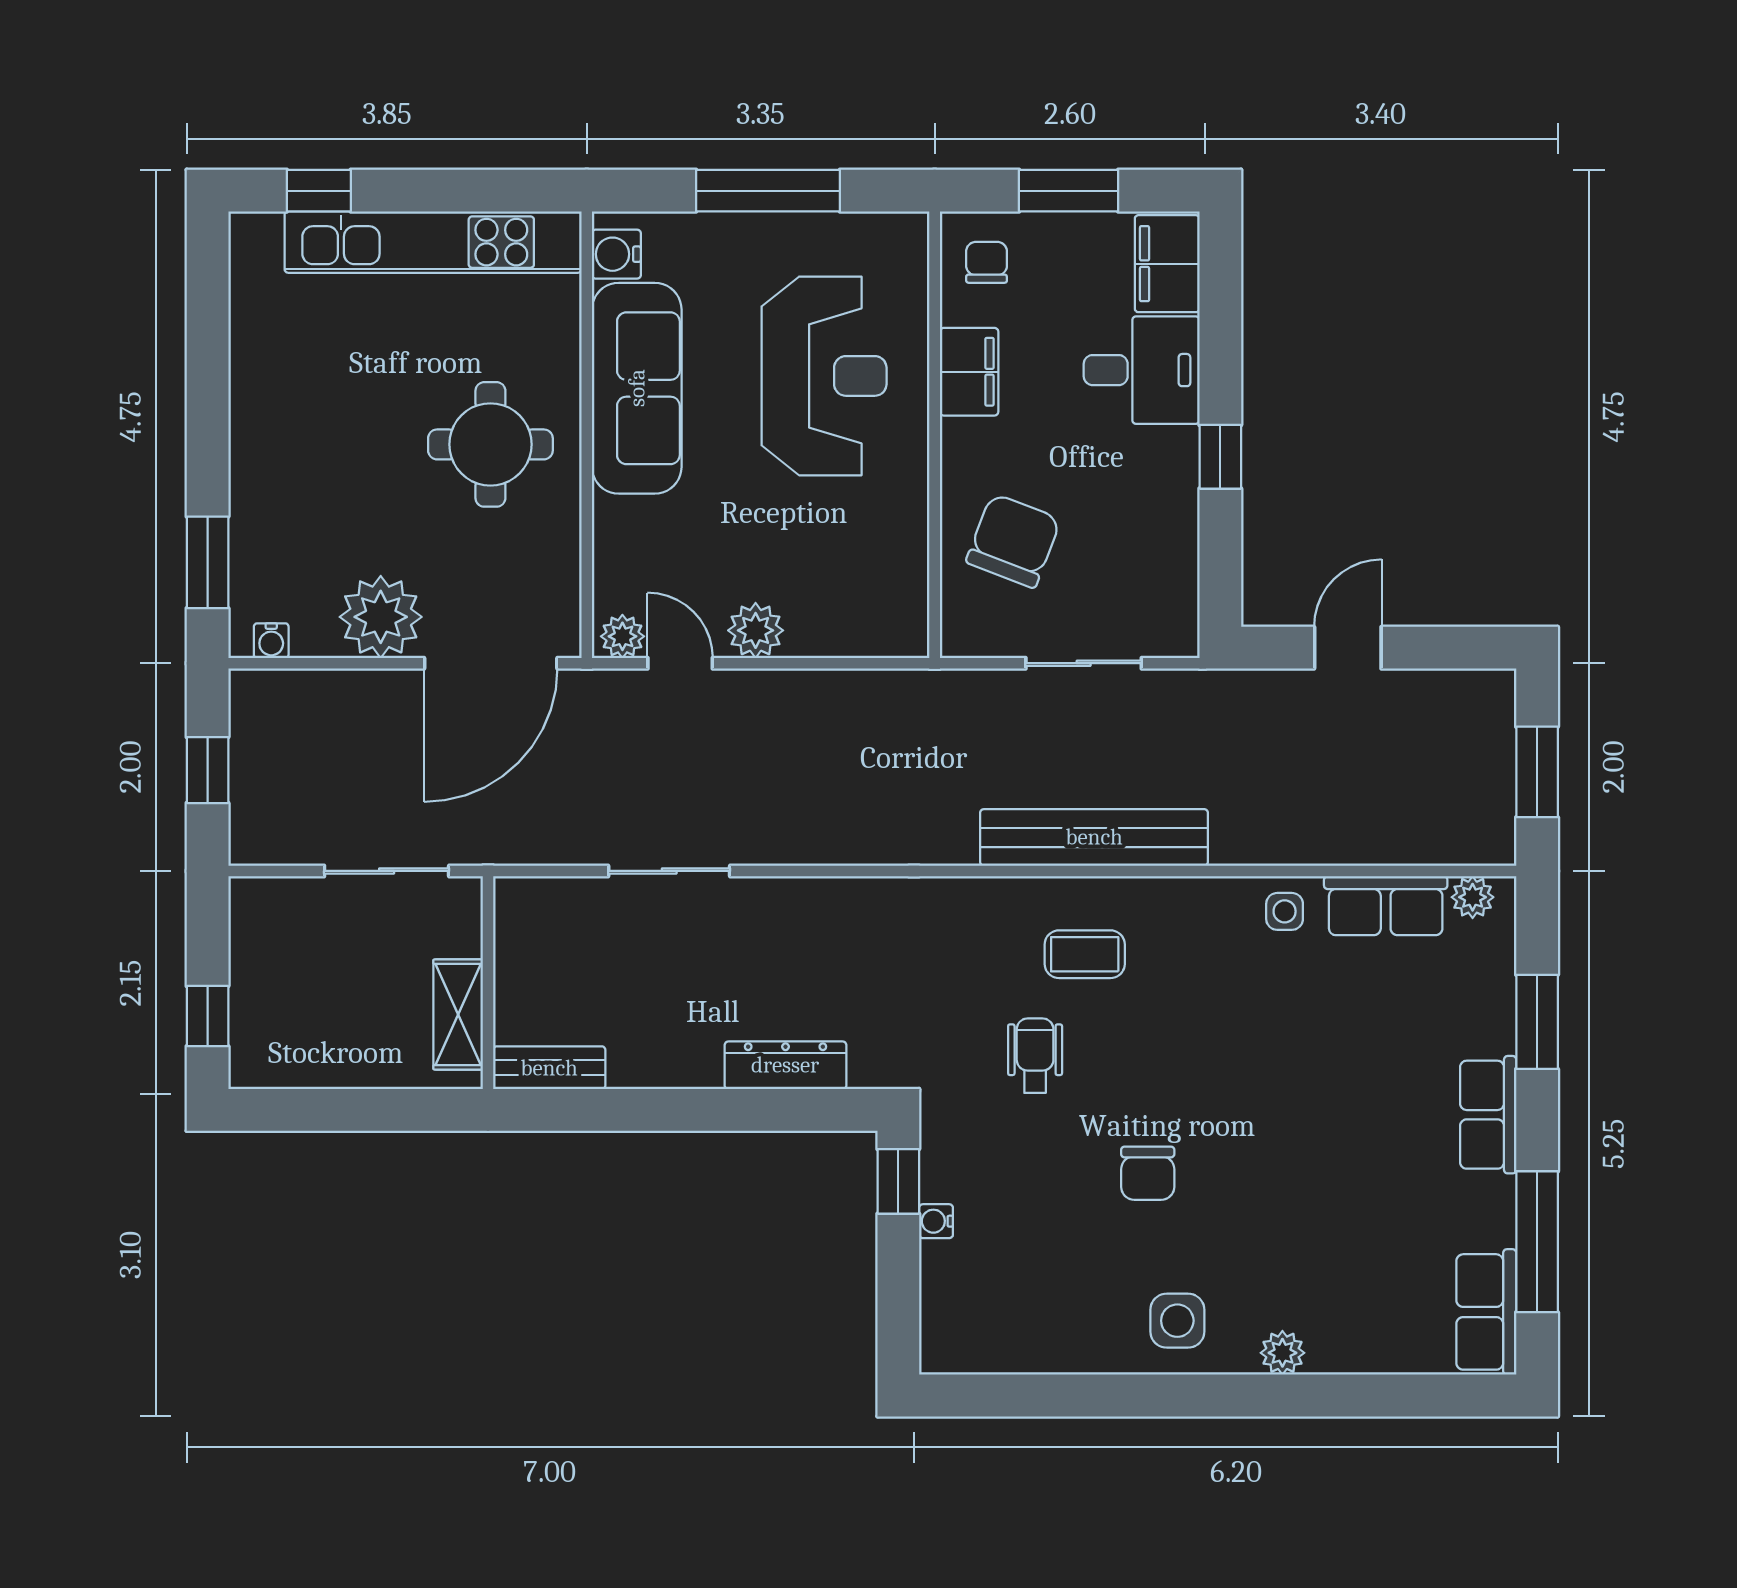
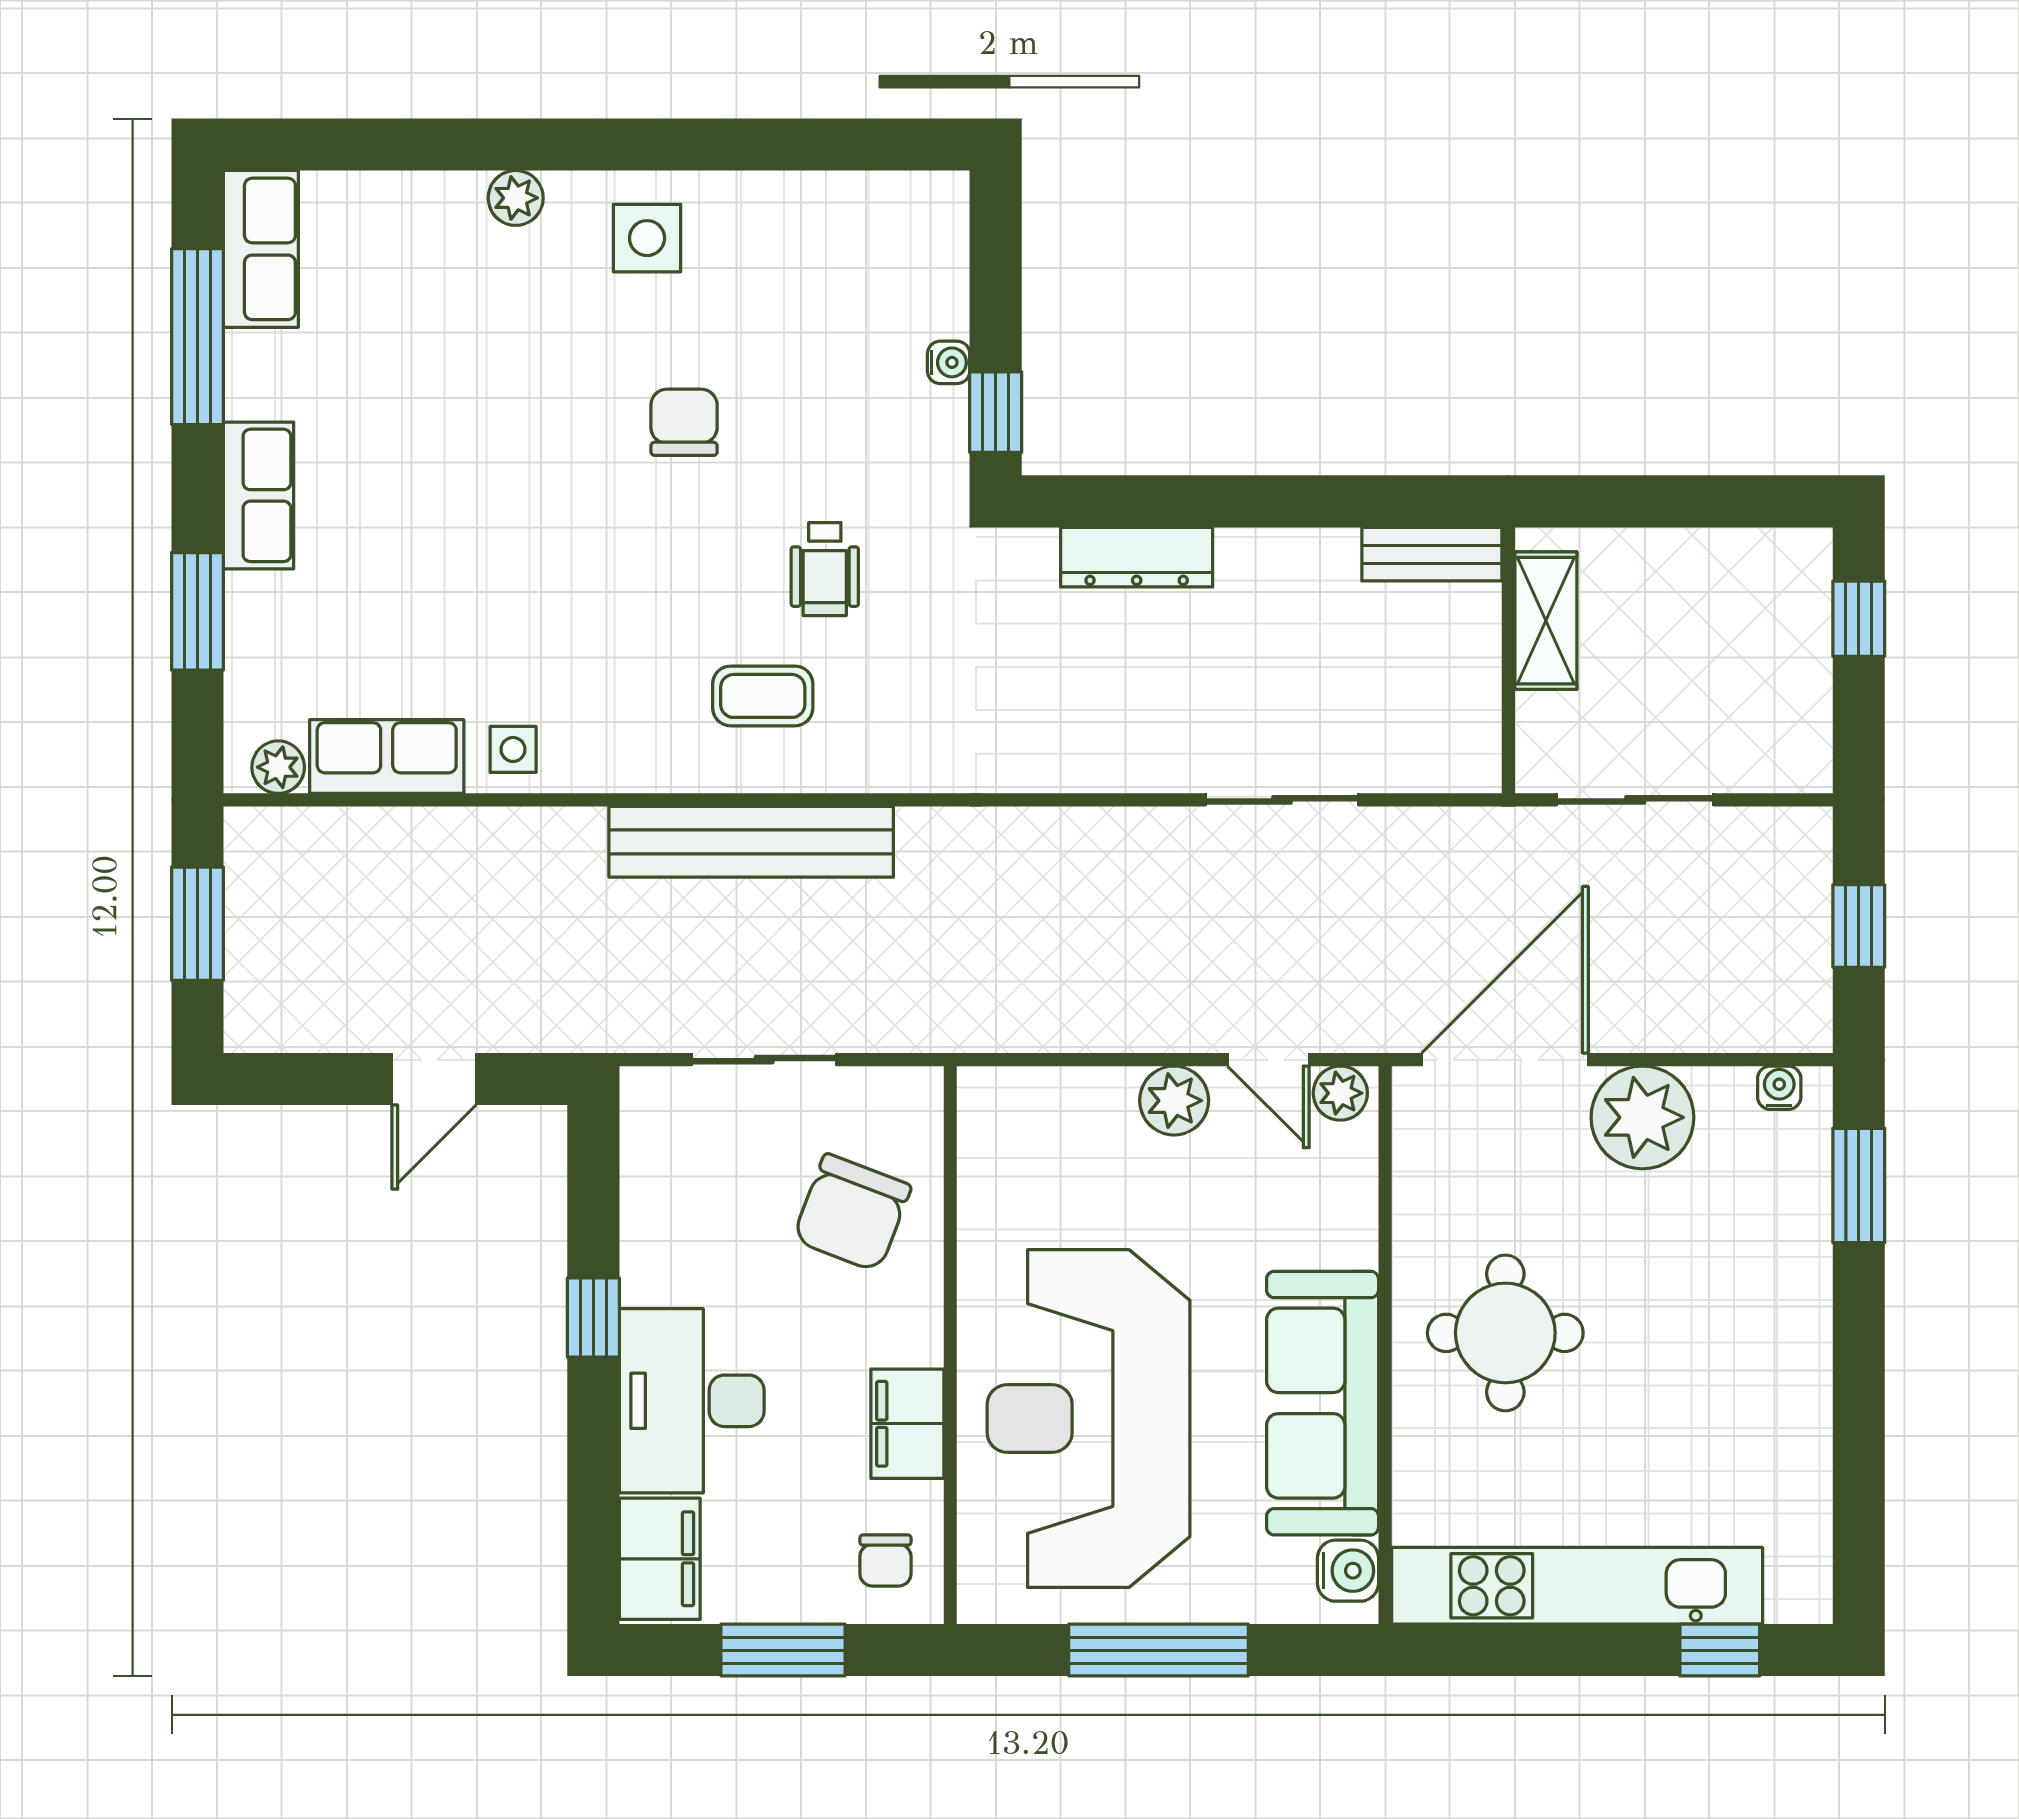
desk: (1142, 370) -> (692, 1401), width x1.37
reception desk: (824, 376) -> (1088, 1419), width x1.36, depth x1.30

